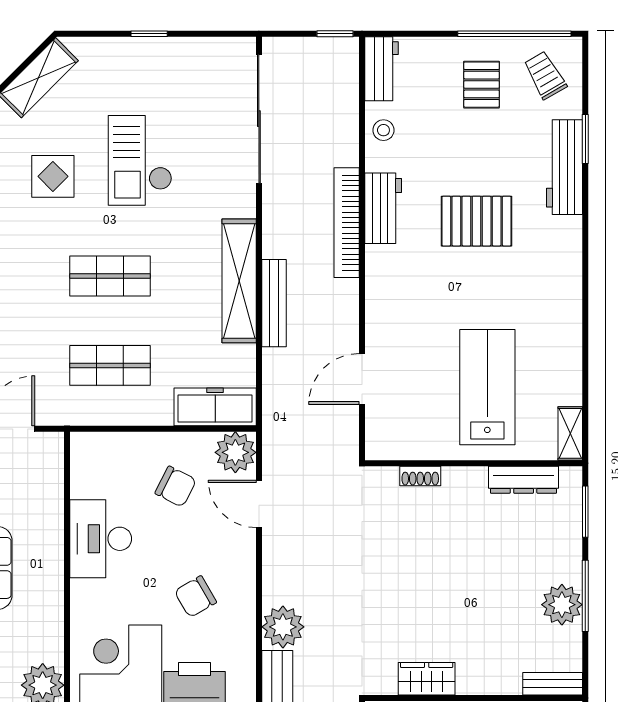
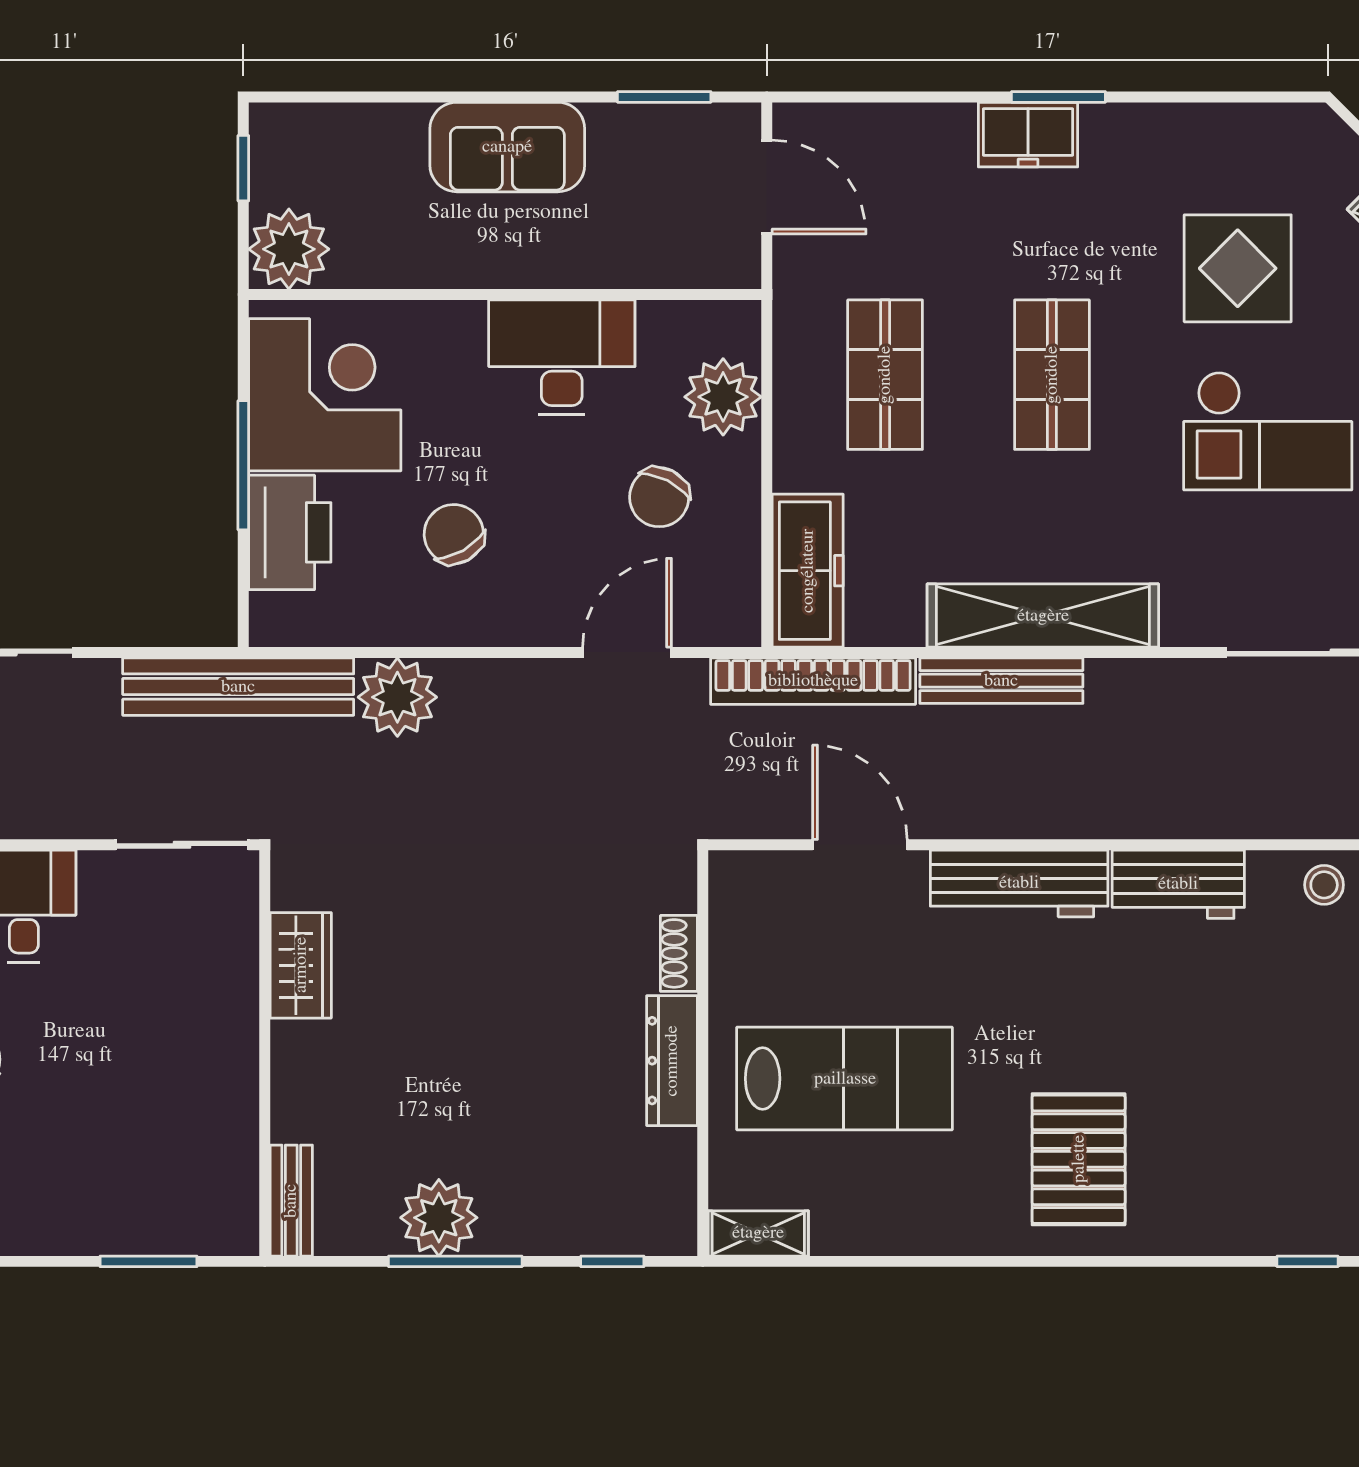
window: (585, 139) -> (1308, 1261), width x0.67
checkout: (140, 160) -> (1268, 431), turned 180
workbench: (565, 167) -> (1019, 883), moved, turned 180
display table: (53, 176) -> (1238, 268), width x1.36, depth x1.36
pallet: (477, 221) -> (1079, 1159), moved
bookcase: (347, 223) -> (813, 681), moved, turned 180
plant: (235, 452) -> (723, 397), moved
dresser: (524, 480) -> (672, 1061), moved
window: (585, 512) -> (612, 1261), width x0.67

